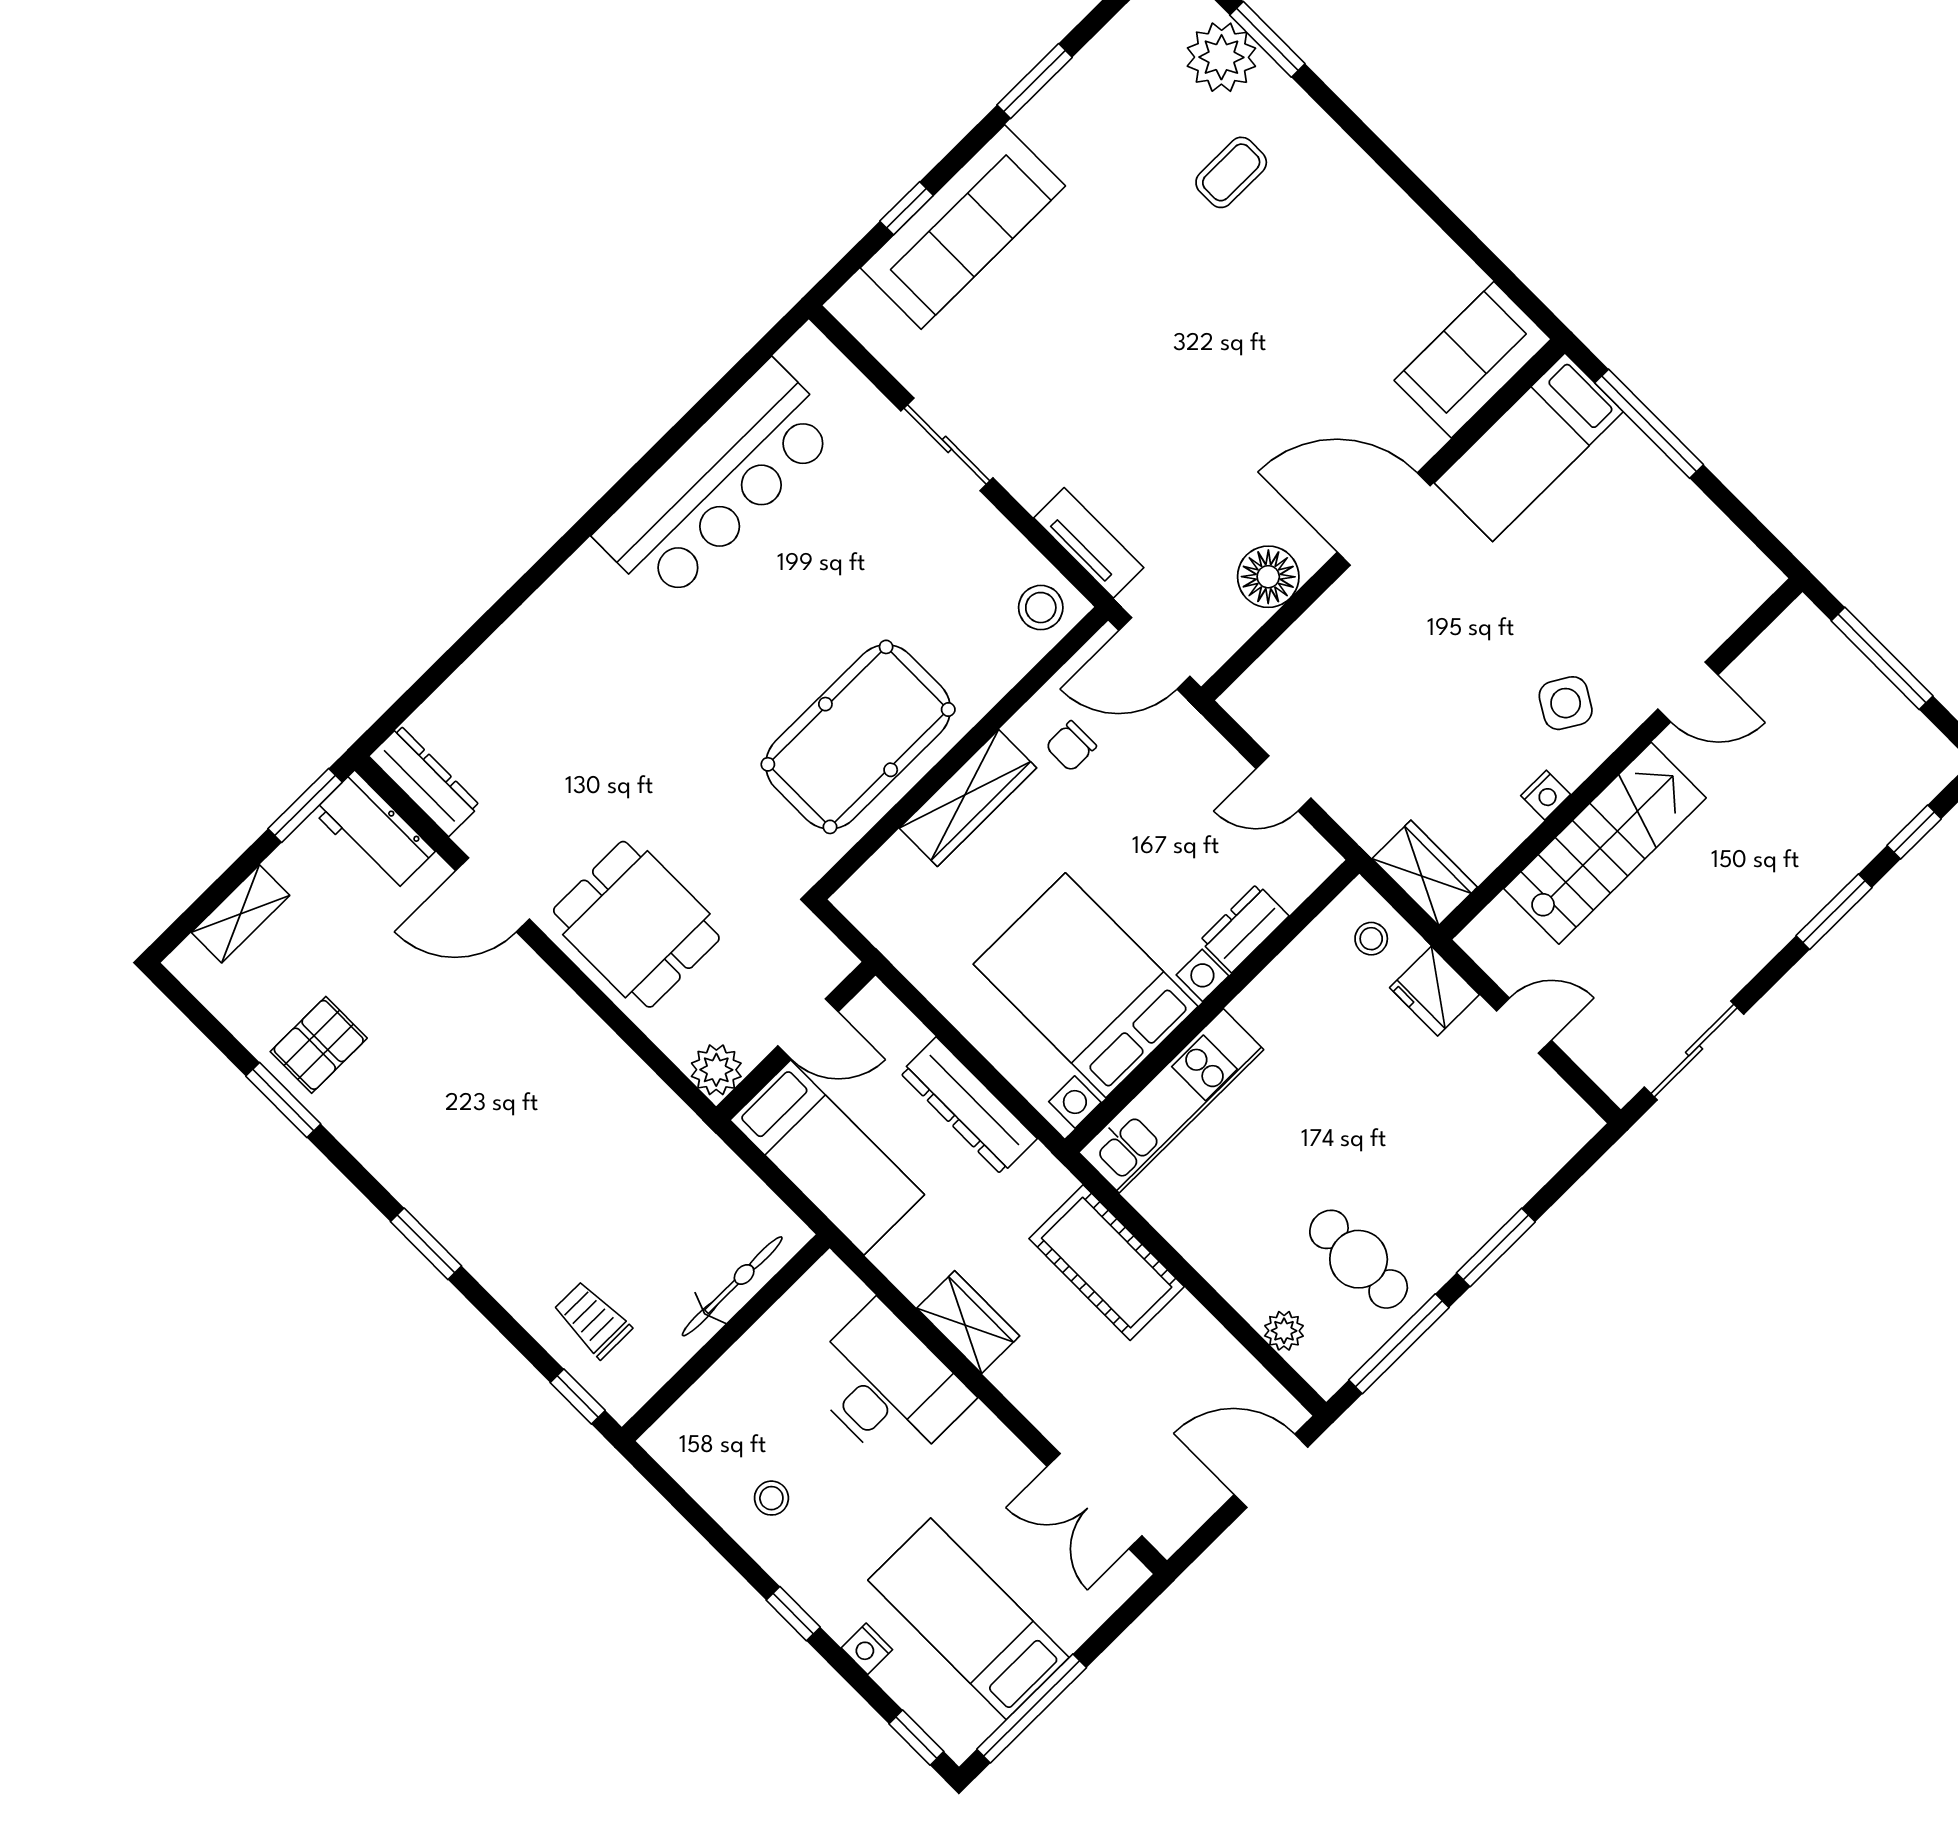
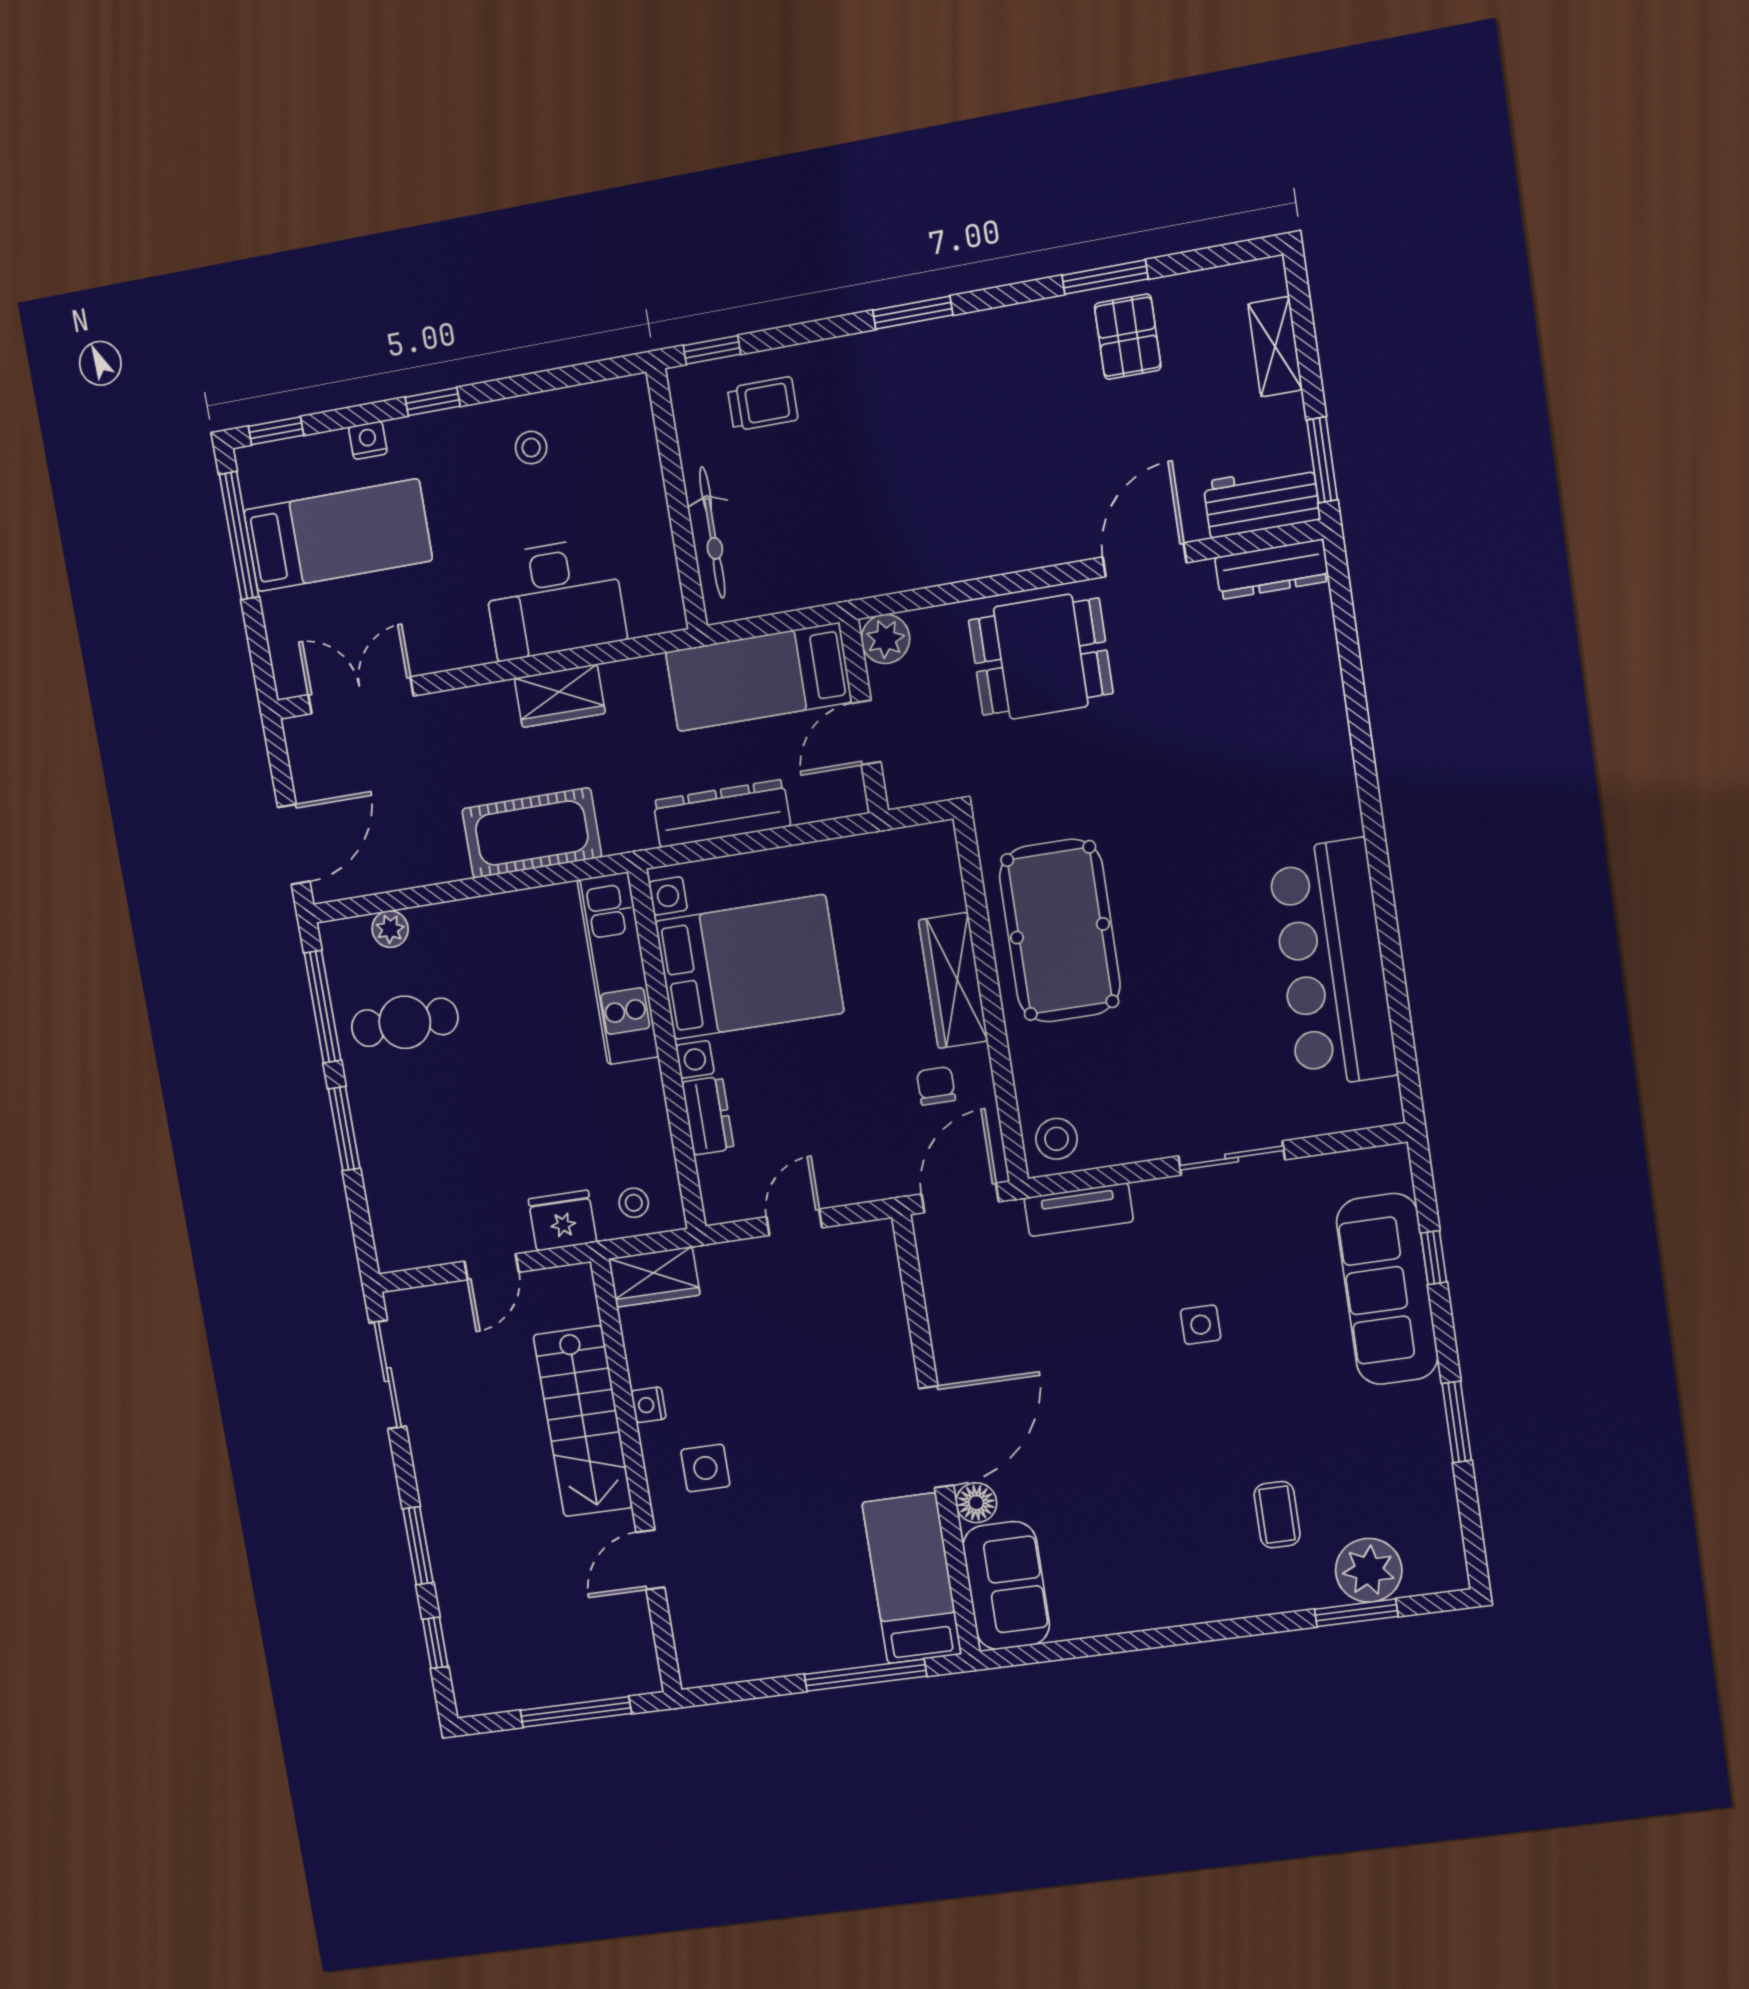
side table: (1112, 363) -> (1201, 1325), added
floor lamp: (1268, 577) -> (976, 1503), moved, width x0.73, depth x0.73
side table: (1566, 703) -> (705, 1468), turned -31

